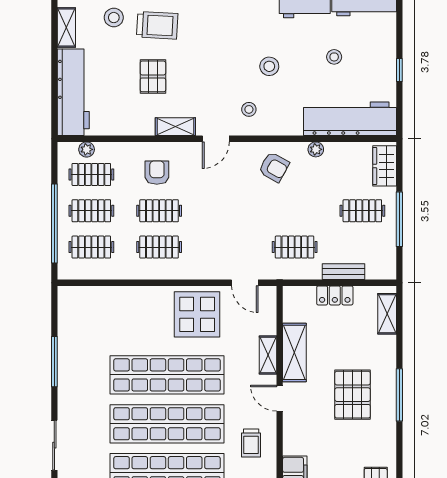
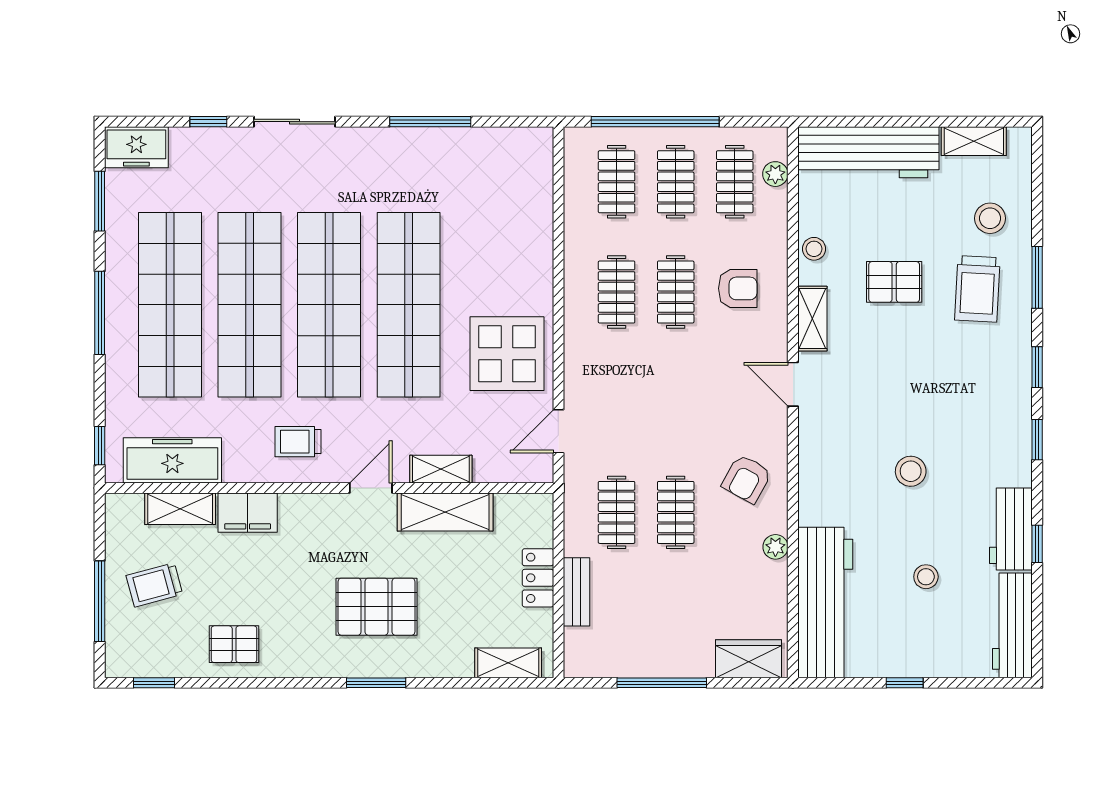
stool: (249, 109) -> (814, 249), moved
clothes rail: (362, 211) -> (676, 512), moved
window: (399, 395) -> (376, 683), width x0.69

